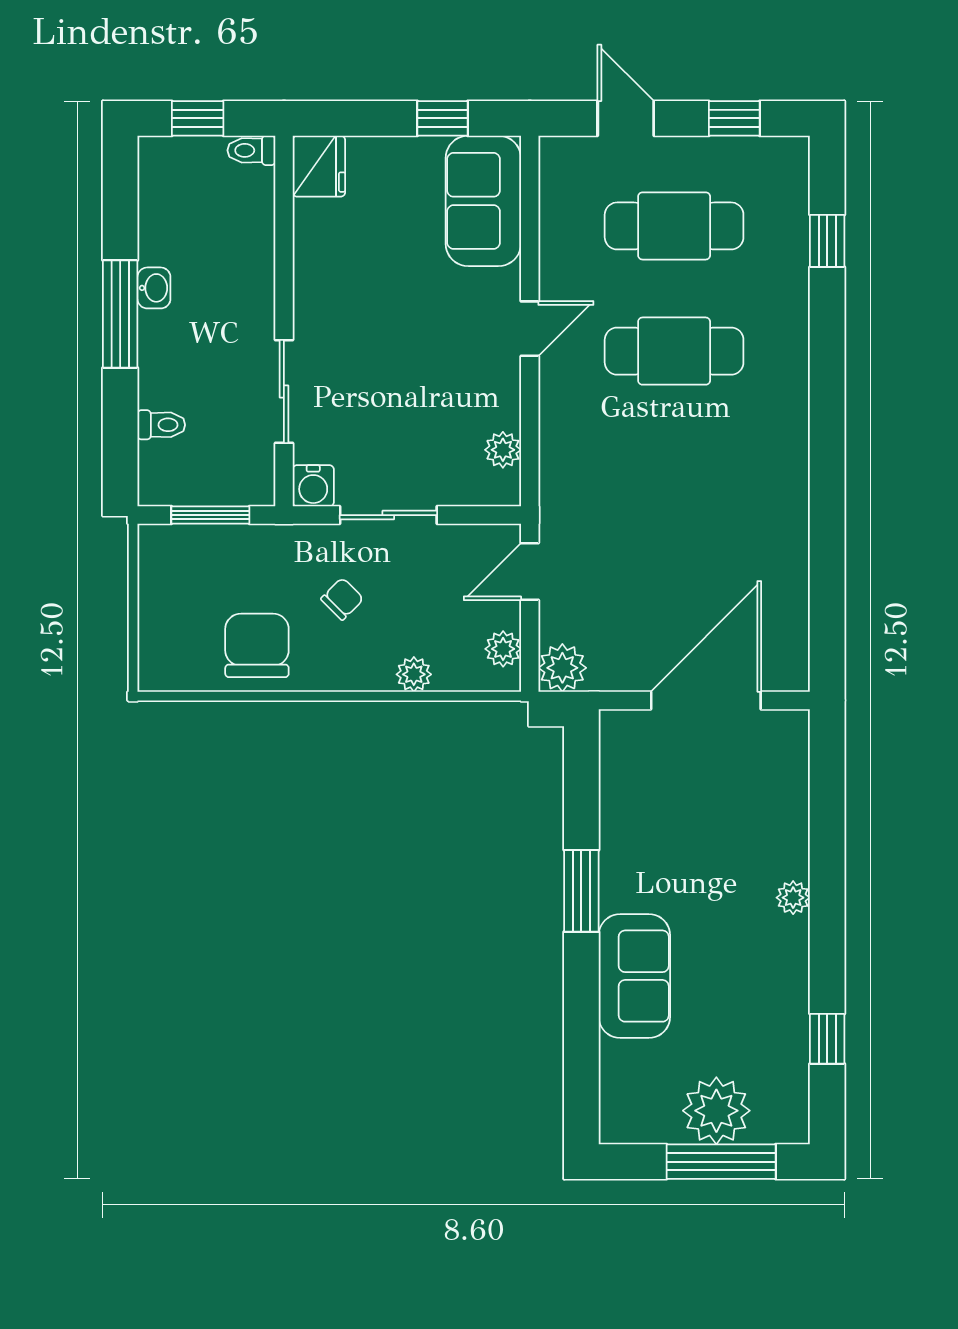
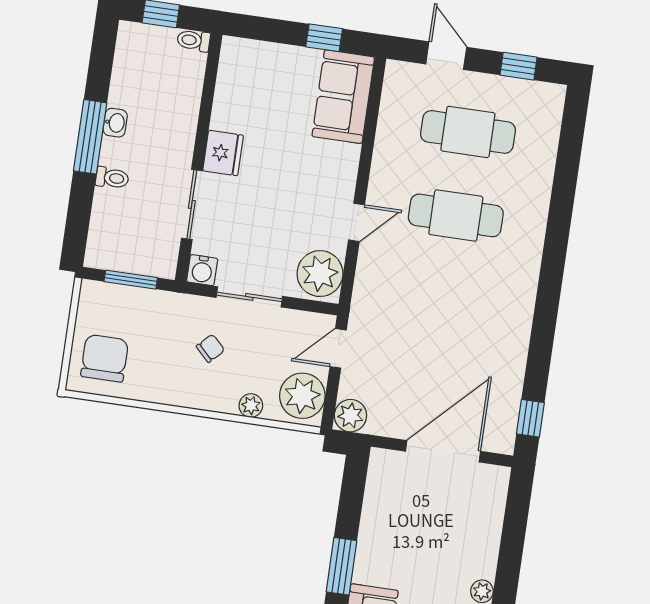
fridge: (319, 166) -> (223, 153), moved
window: (827, 241) -> (530, 418), moved
door: (530, 329) -> (356, 222), moved
toilet: (161, 425) -> (112, 178), moved
plant: (503, 450) -> (320, 274), width x1.88, depth x1.88
chair: (257, 645) -> (105, 358), moved
plant: (503, 649) -> (302, 396), width x1.88, depth x1.88

